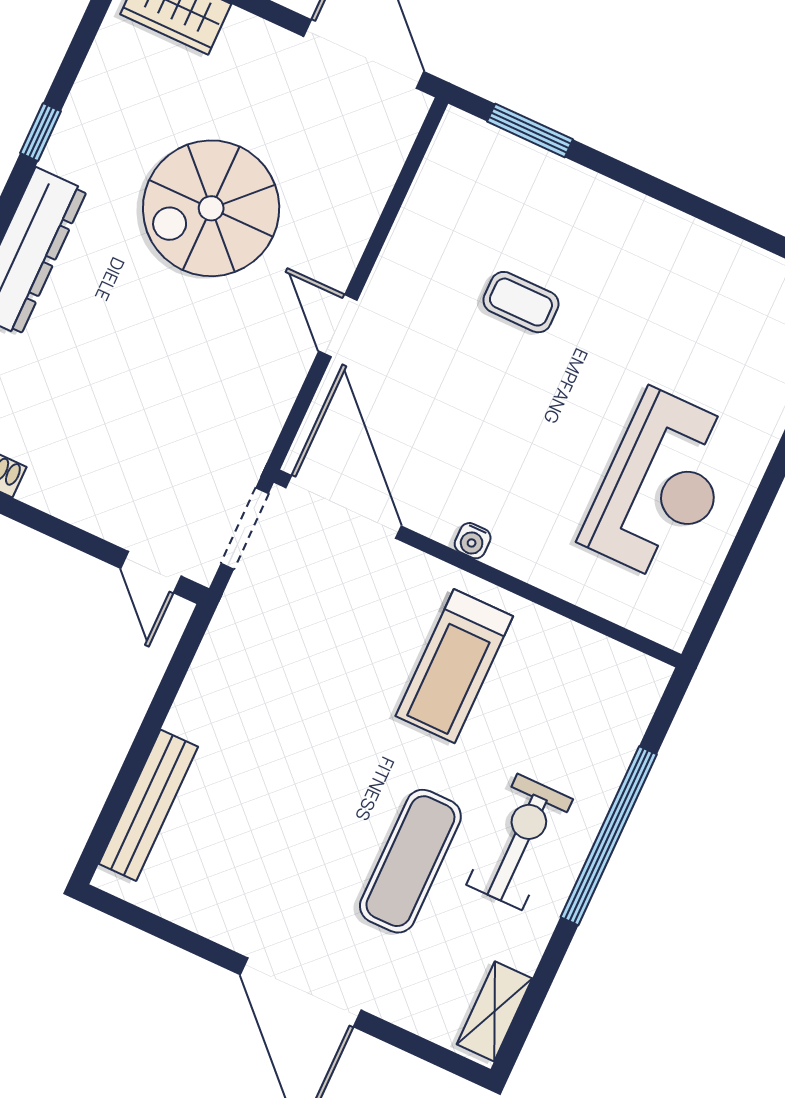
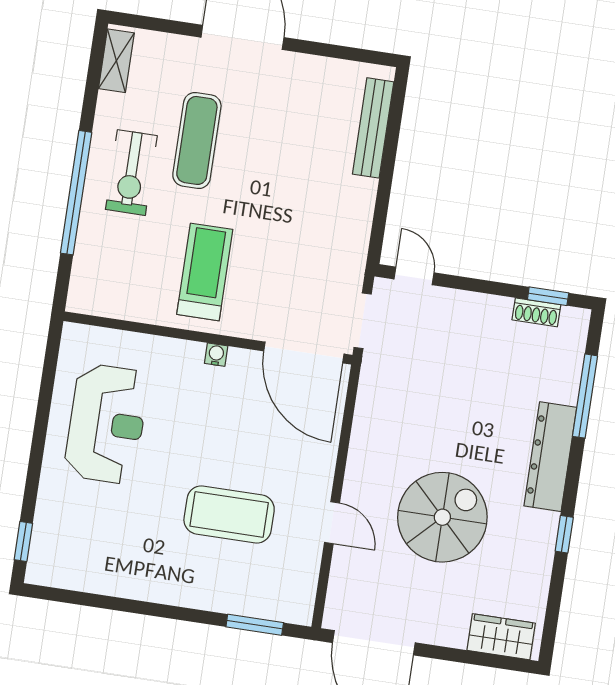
coffee table: (521, 302) -> (229, 514), width x1.86, depth x1.72
door: (338, 326) -> (332, 523), moved
reception desk: (662, 486) -> (107, 424), turned 180

